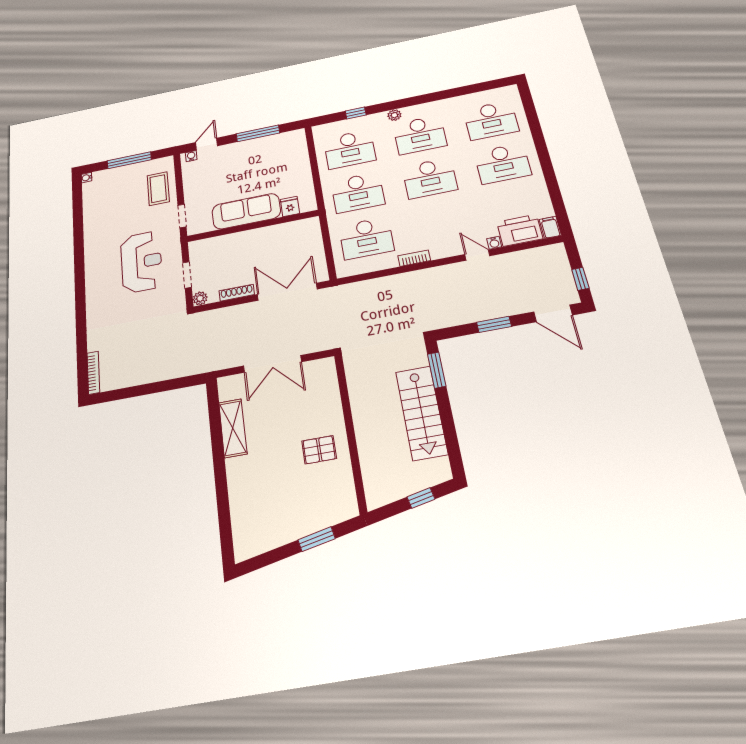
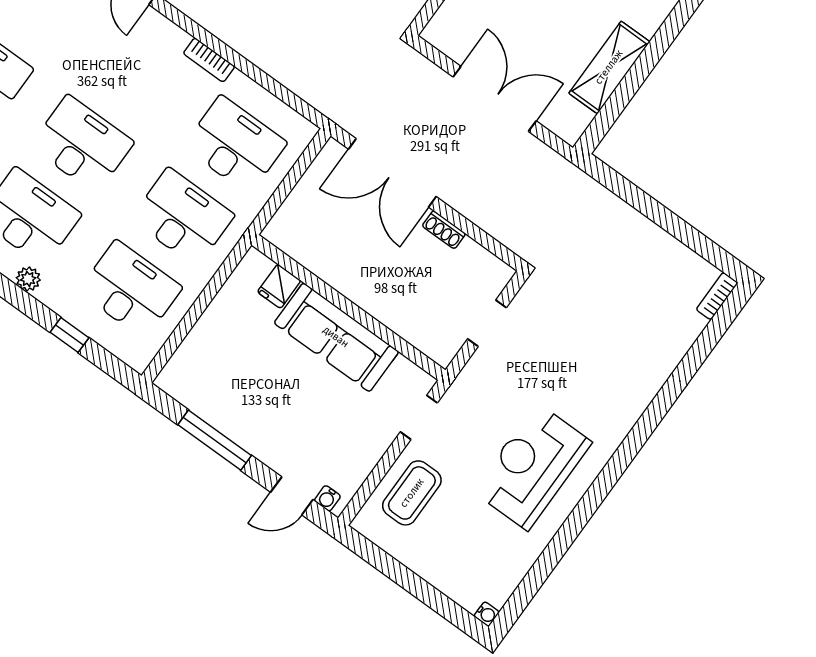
window: (129, 160) -> (410, 581), removed
reception desk: (141, 262) -> (532, 467), moved
shoe rack: (237, 293) -> (444, 230), width x0.70
plant: (200, 298) -> (500, 274), removed
bookcase: (93, 373) -> (717, 296), width x0.64

